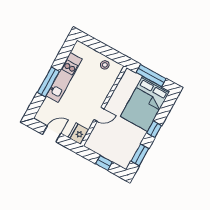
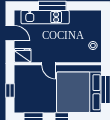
kitchen unit: (64, 77) -> (45, 17), moved
bed: (145, 104) -> (79, 92), width x1.36

